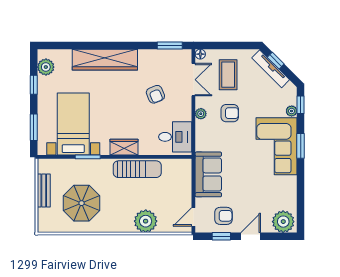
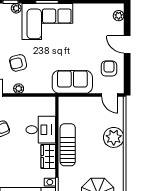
armchair: (230, 113) -> (18, 63), turned -104
desk: (175, 137) -> (41, 130), moved, turned 90
plant: (283, 222) -> (119, 16), width x0.53, depth x0.53
window: (221, 236) -> (127, 70), removed

